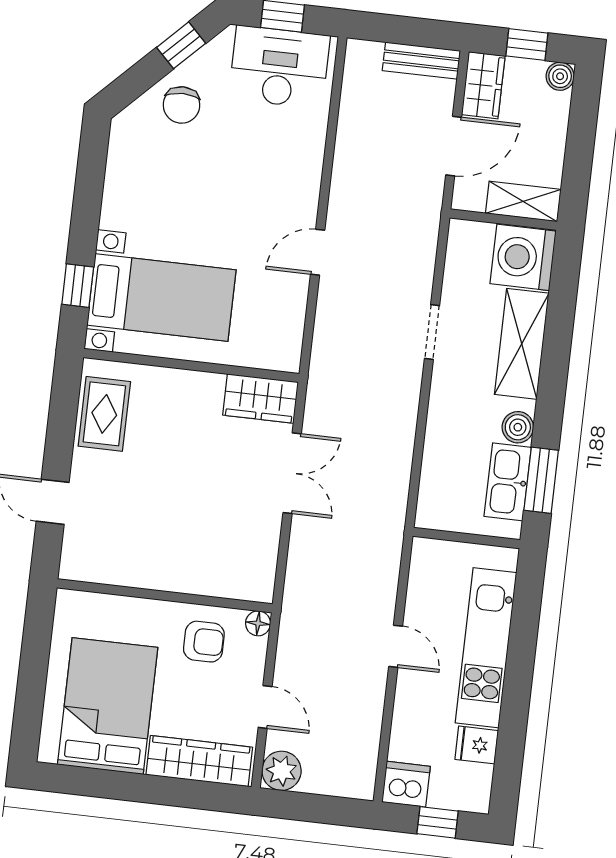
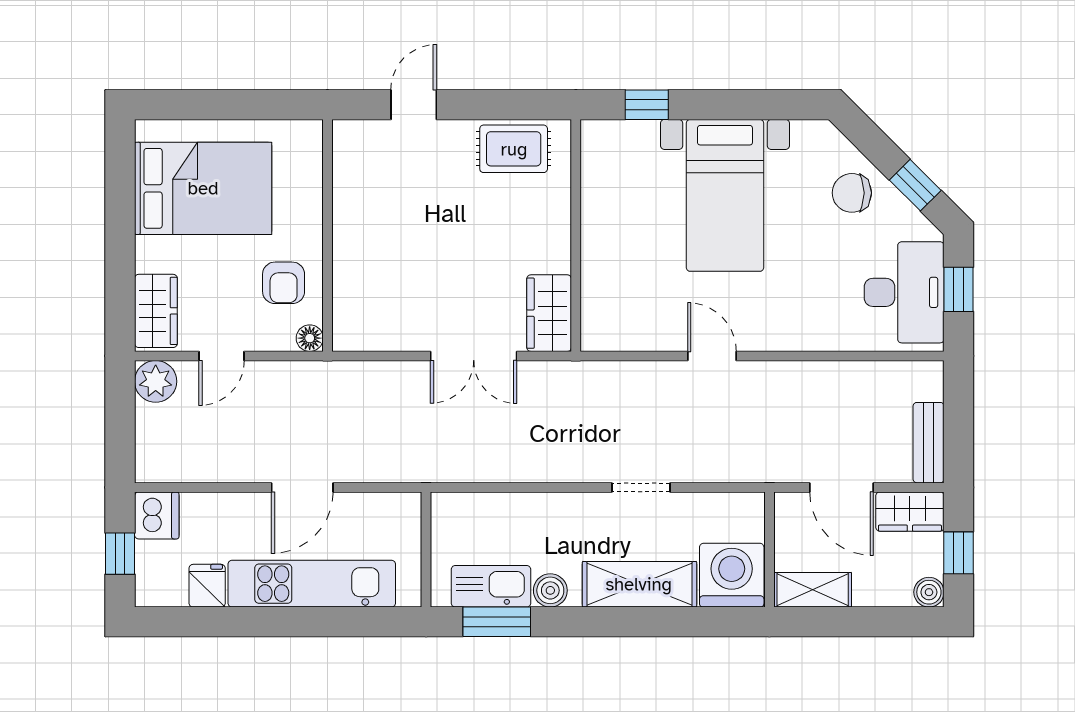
shelving: (523, 201) -> (813, 590), moved, turned 90
bed with nightstands: (162, 297) -> (725, 195), moved
door: (396, 646) -> (302, 487), width x1.38
wardrobe: (199, 761) -> (156, 311), width x0.67

